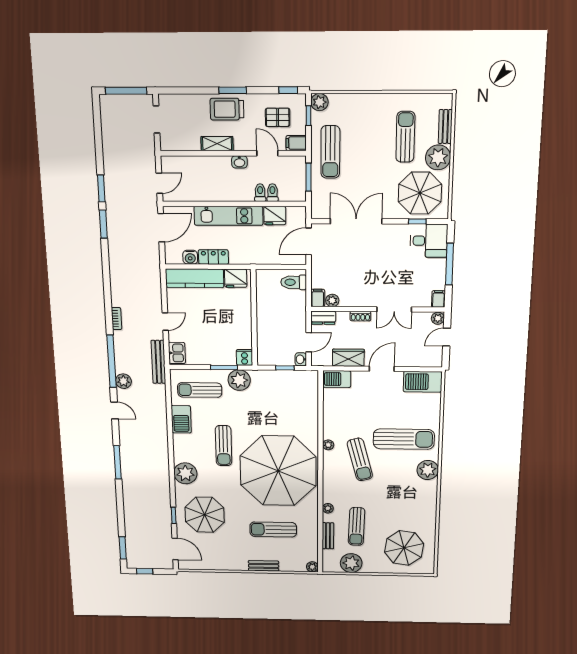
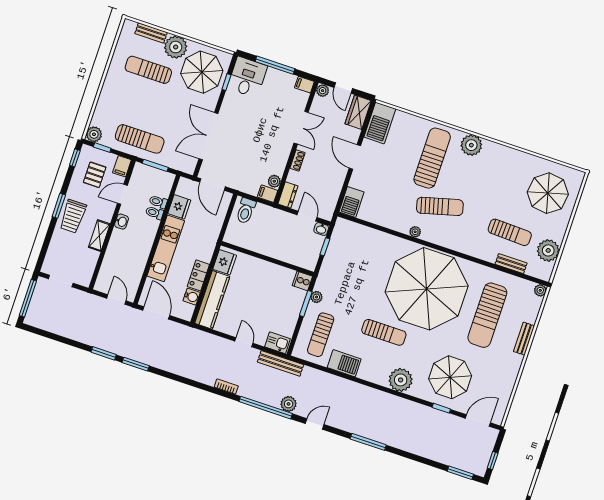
wardrobe: (348, 358) -> (358, 112), moved
plant: (239, 380) -> (316, 297), width x0.53, depth x0.53
plant: (328, 508) -> (481, 254), removed
sun lounger: (273, 529) -> (487, 315), width x1.36, depth x1.34

